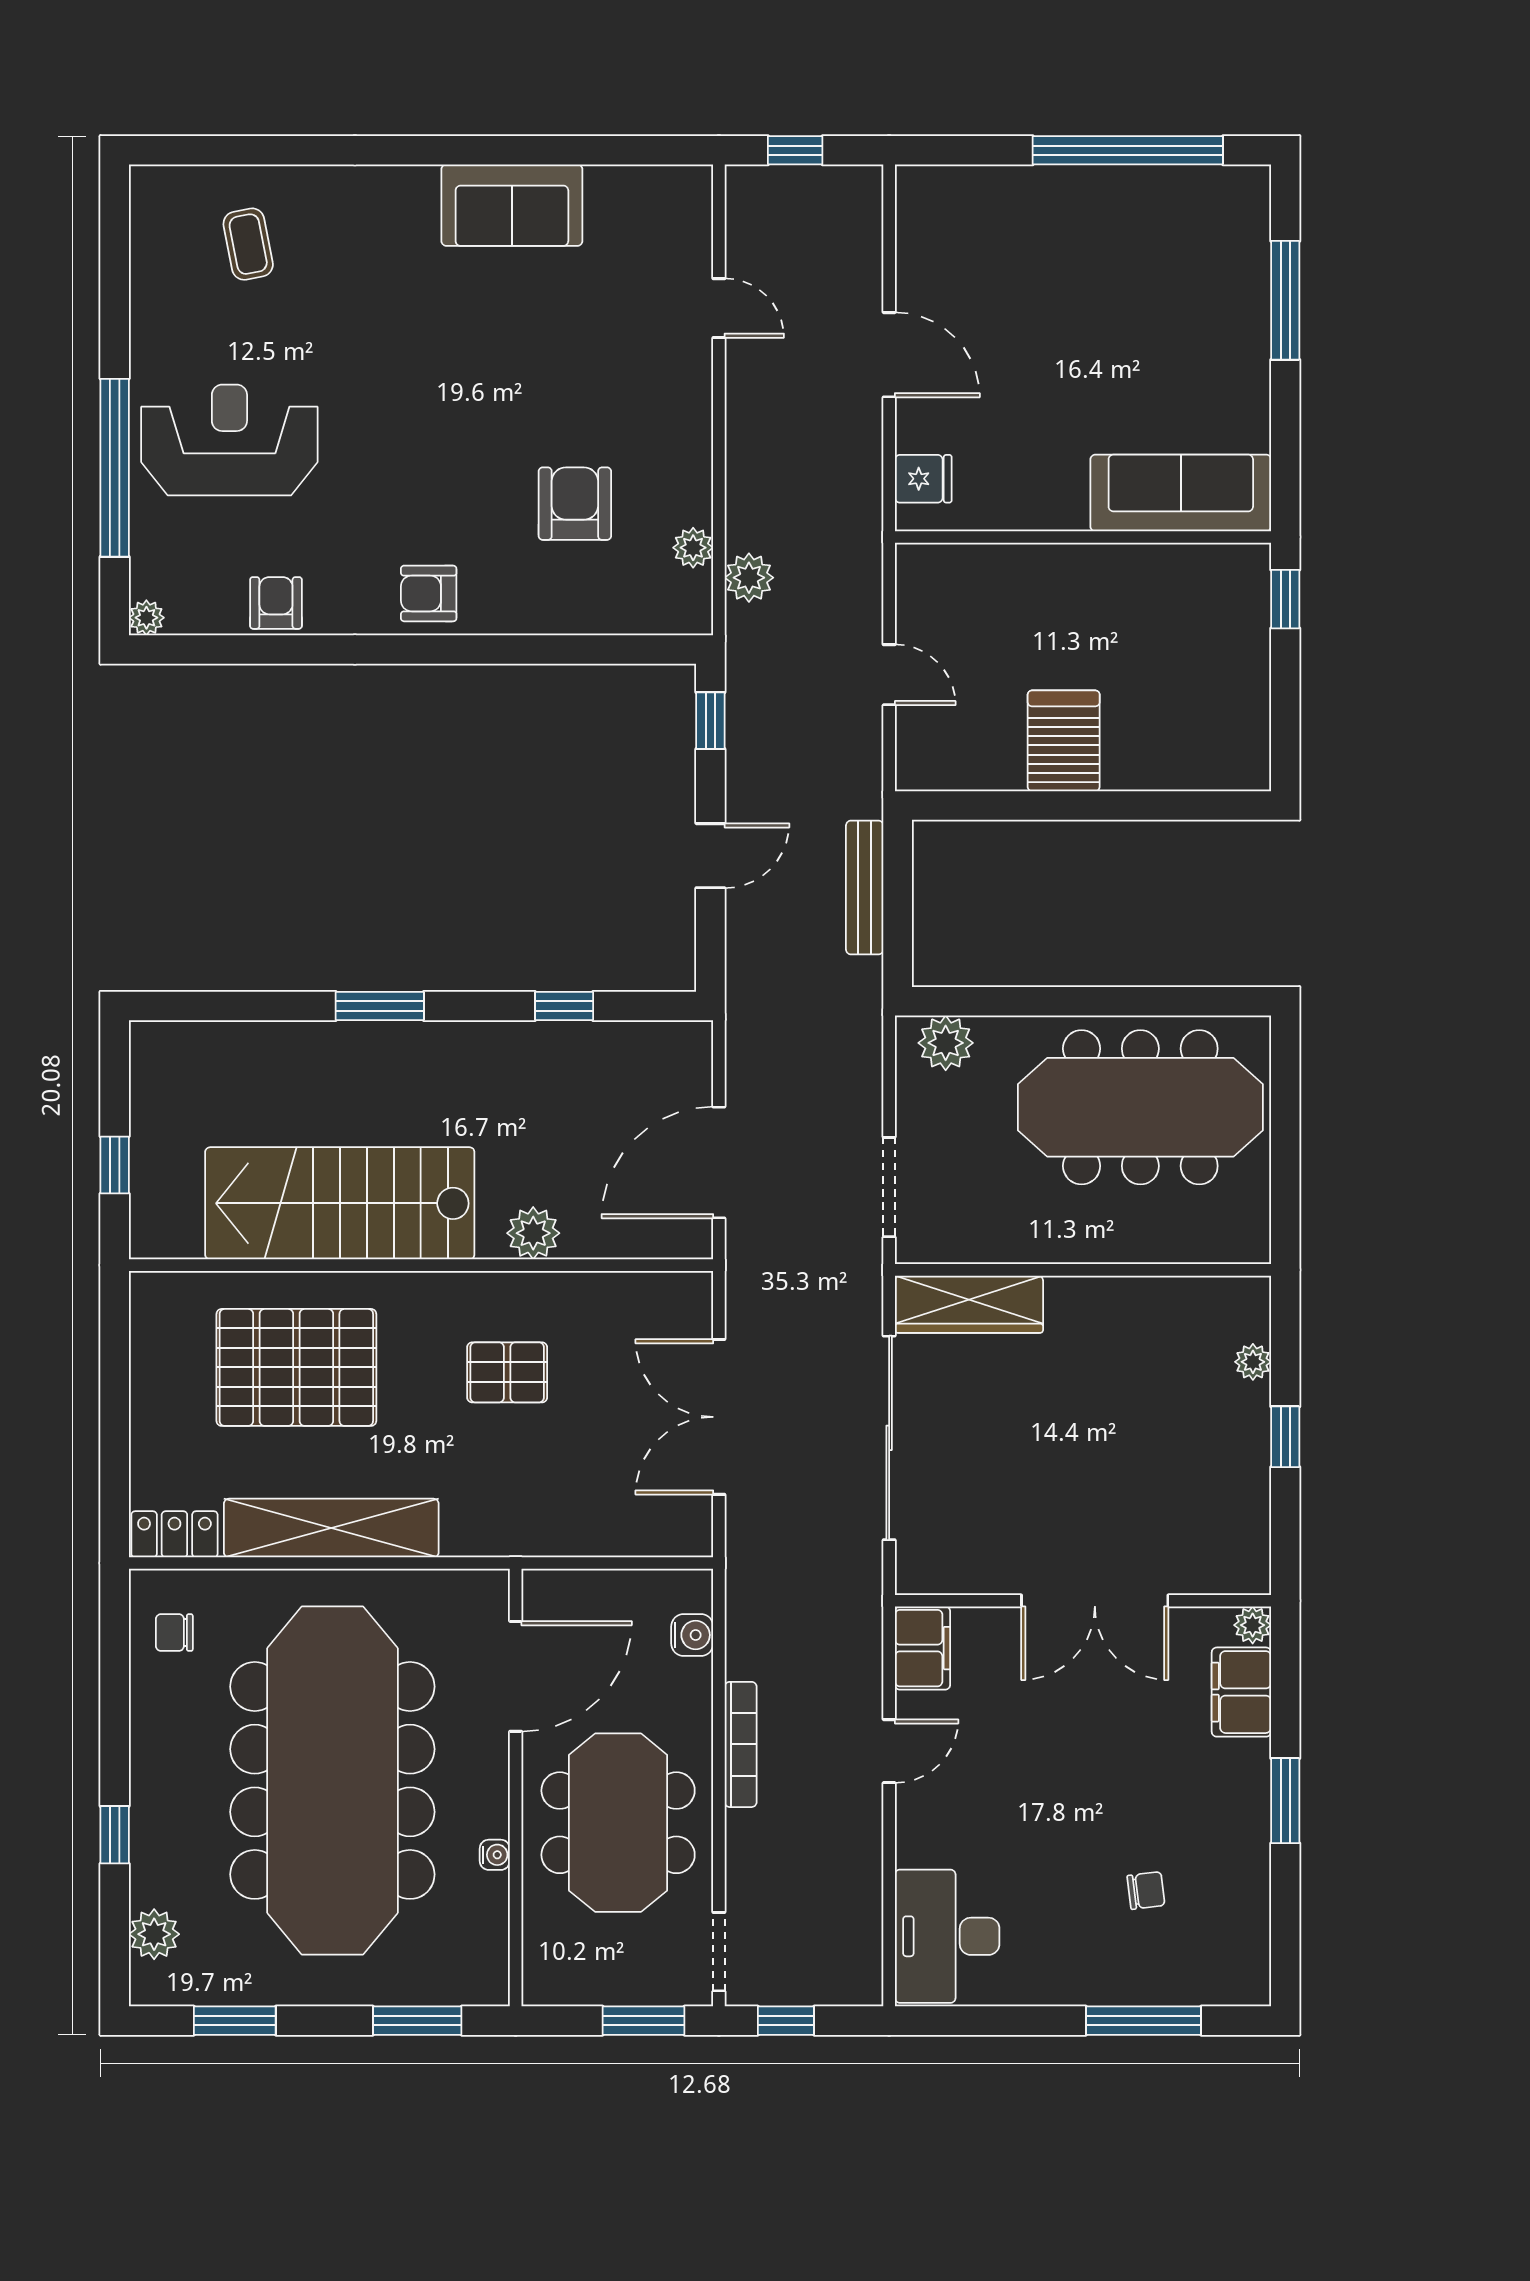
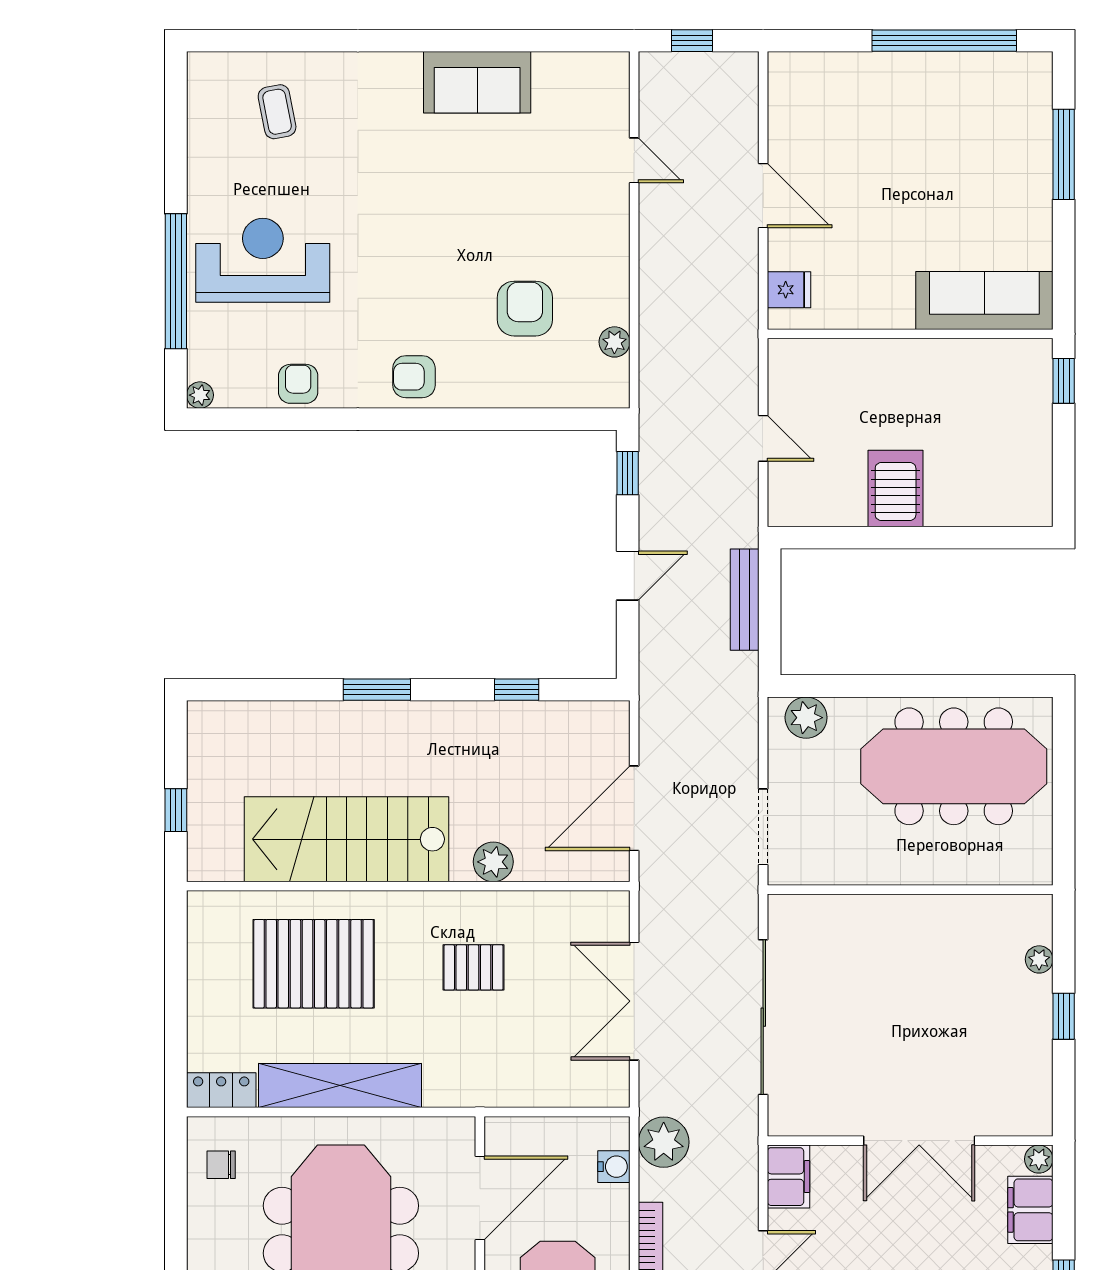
plant: (749, 578) -> (664, 1142), moved, width x1.36, depth x1.36
wardrobe: (969, 1304) -> (824, 916), removed

